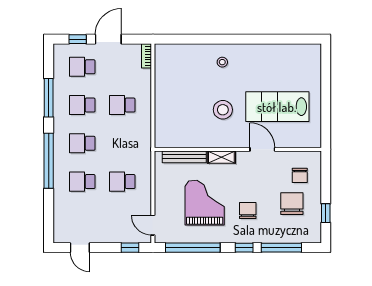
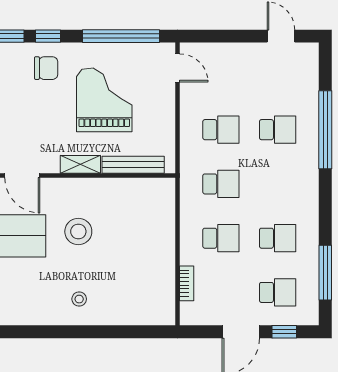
bookcase: (147, 56) -> (187, 283), moved
window: (49, 98) -> (325, 273), moved
school desk: (82, 143) -> (221, 184), moved
window: (49, 161) -> (325, 130), moved
grand piano: (205, 203) -> (104, 100), turned 180
chair: (248, 211) -> (46, 68), moved, turned -90
window: (130, 248) -> (210, 36), removed

